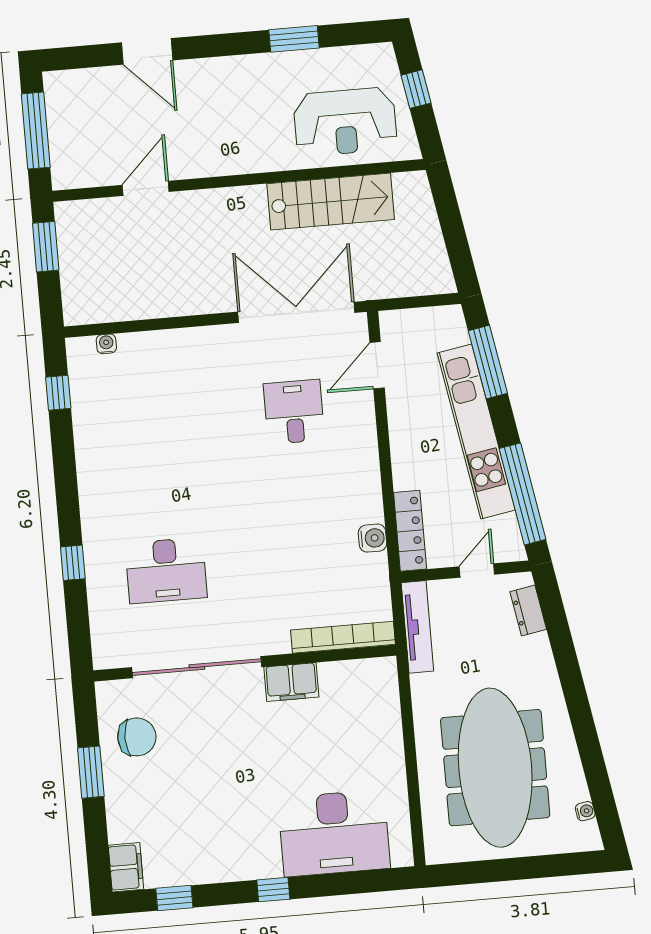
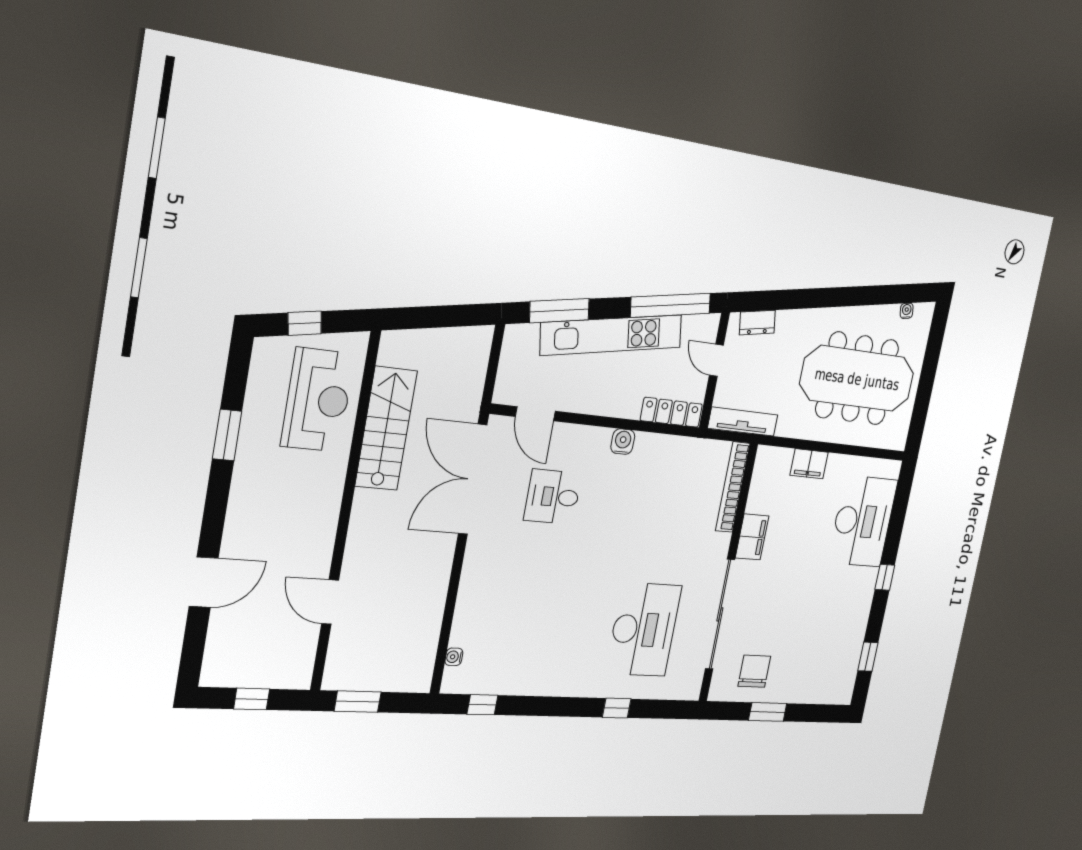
window: (36, 131) -> (252, 699), width x0.46
water cooler: (373, 538) -> (623, 442), moved
desk: (166, 570) -> (644, 630), width x1.36, depth x1.30
filing cabinet: (126, 867) -> (809, 464), moved, turned 180

